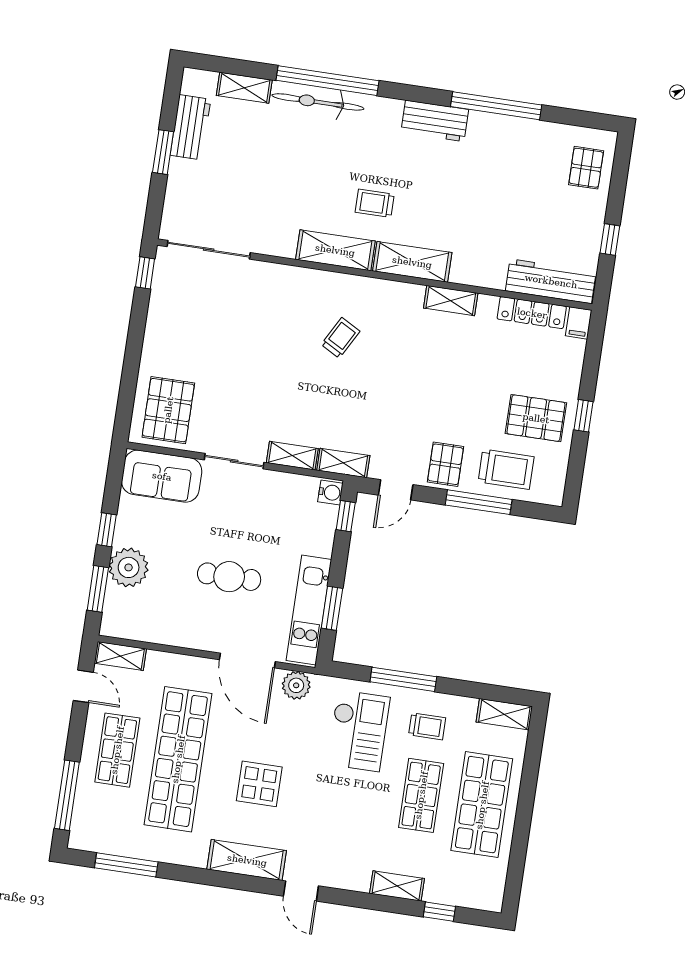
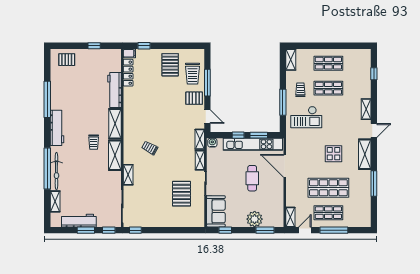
workbench: (435, 121) -> (57, 128), width x1.38
workbench: (190, 127) -> (79, 221), width x1.38
window: (155, 208) -> (109, 230), added
workbench: (551, 281) -> (114, 90), moved
shelving: (451, 301) -> (128, 175), moved
pallet: (168, 410) -> (182, 194), moved, turned 90
window: (584, 416) -> (144, 46), moved
trolley: (506, 469) -> (192, 74), turned 180
window: (346, 516) -> (238, 135), moved
window: (107, 530) -> (225, 230), moved
kitchen unit: (309, 610) -> (253, 144), width x1.36
door: (247, 661) -> (285, 166), swing flipped
plant: (296, 685) -> (292, 145), removed
checkout: (358, 731) -> (306, 117), turned 180
shop shelf: (178, 759) -> (328, 188), width x0.71
window: (67, 795) -> (334, 230), moved
shop shelf: (482, 805) -> (328, 63), width x0.70, depth x0.74
window: (126, 865) -> (374, 183), moved
shelving: (397, 886) -> (366, 109), moved

